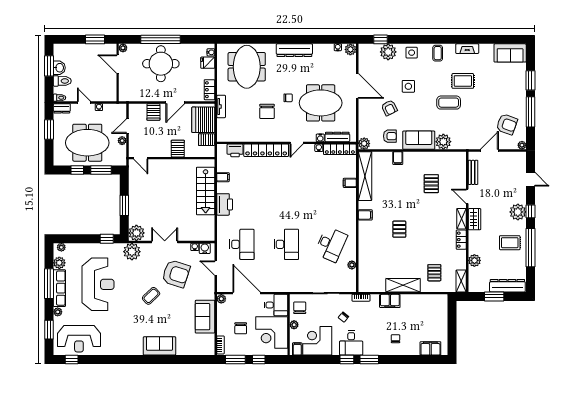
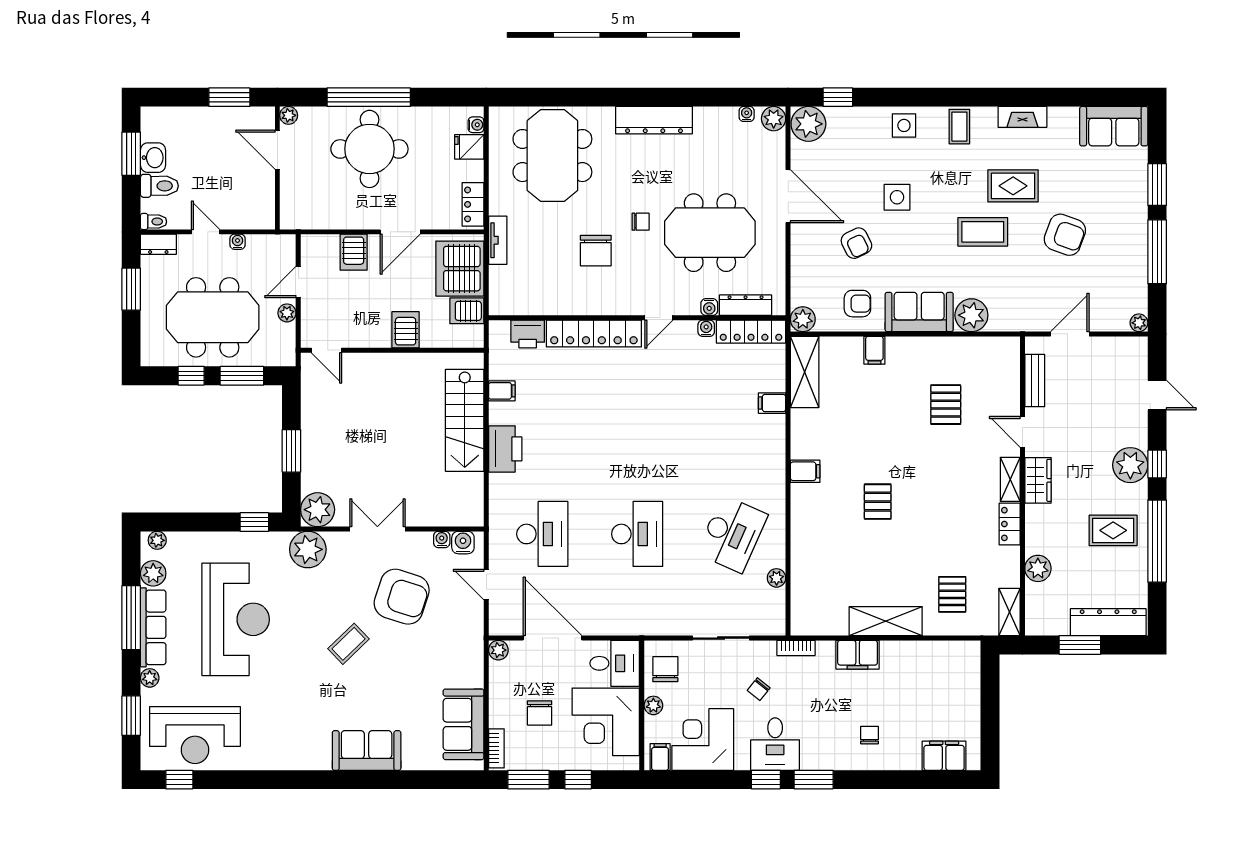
plant: (388, 52) -> (808, 124), moved
armchair: (507, 124) -> (1065, 235), moved
shelving: (365, 176) -> (805, 372), width x0.68
sofa: (205, 317) -> (464, 724), moved

